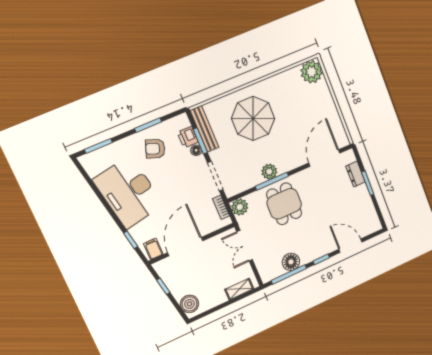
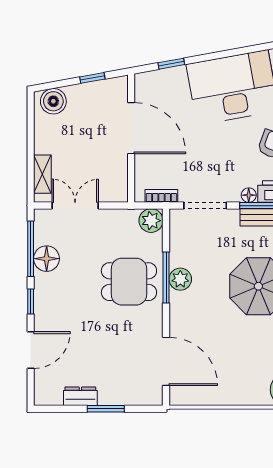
dresser: (355, 174) -> (80, 396), moved
double door: (245, 246) -> (75, 206), moved
filing cabinet: (153, 249) -> (147, 87), removed

